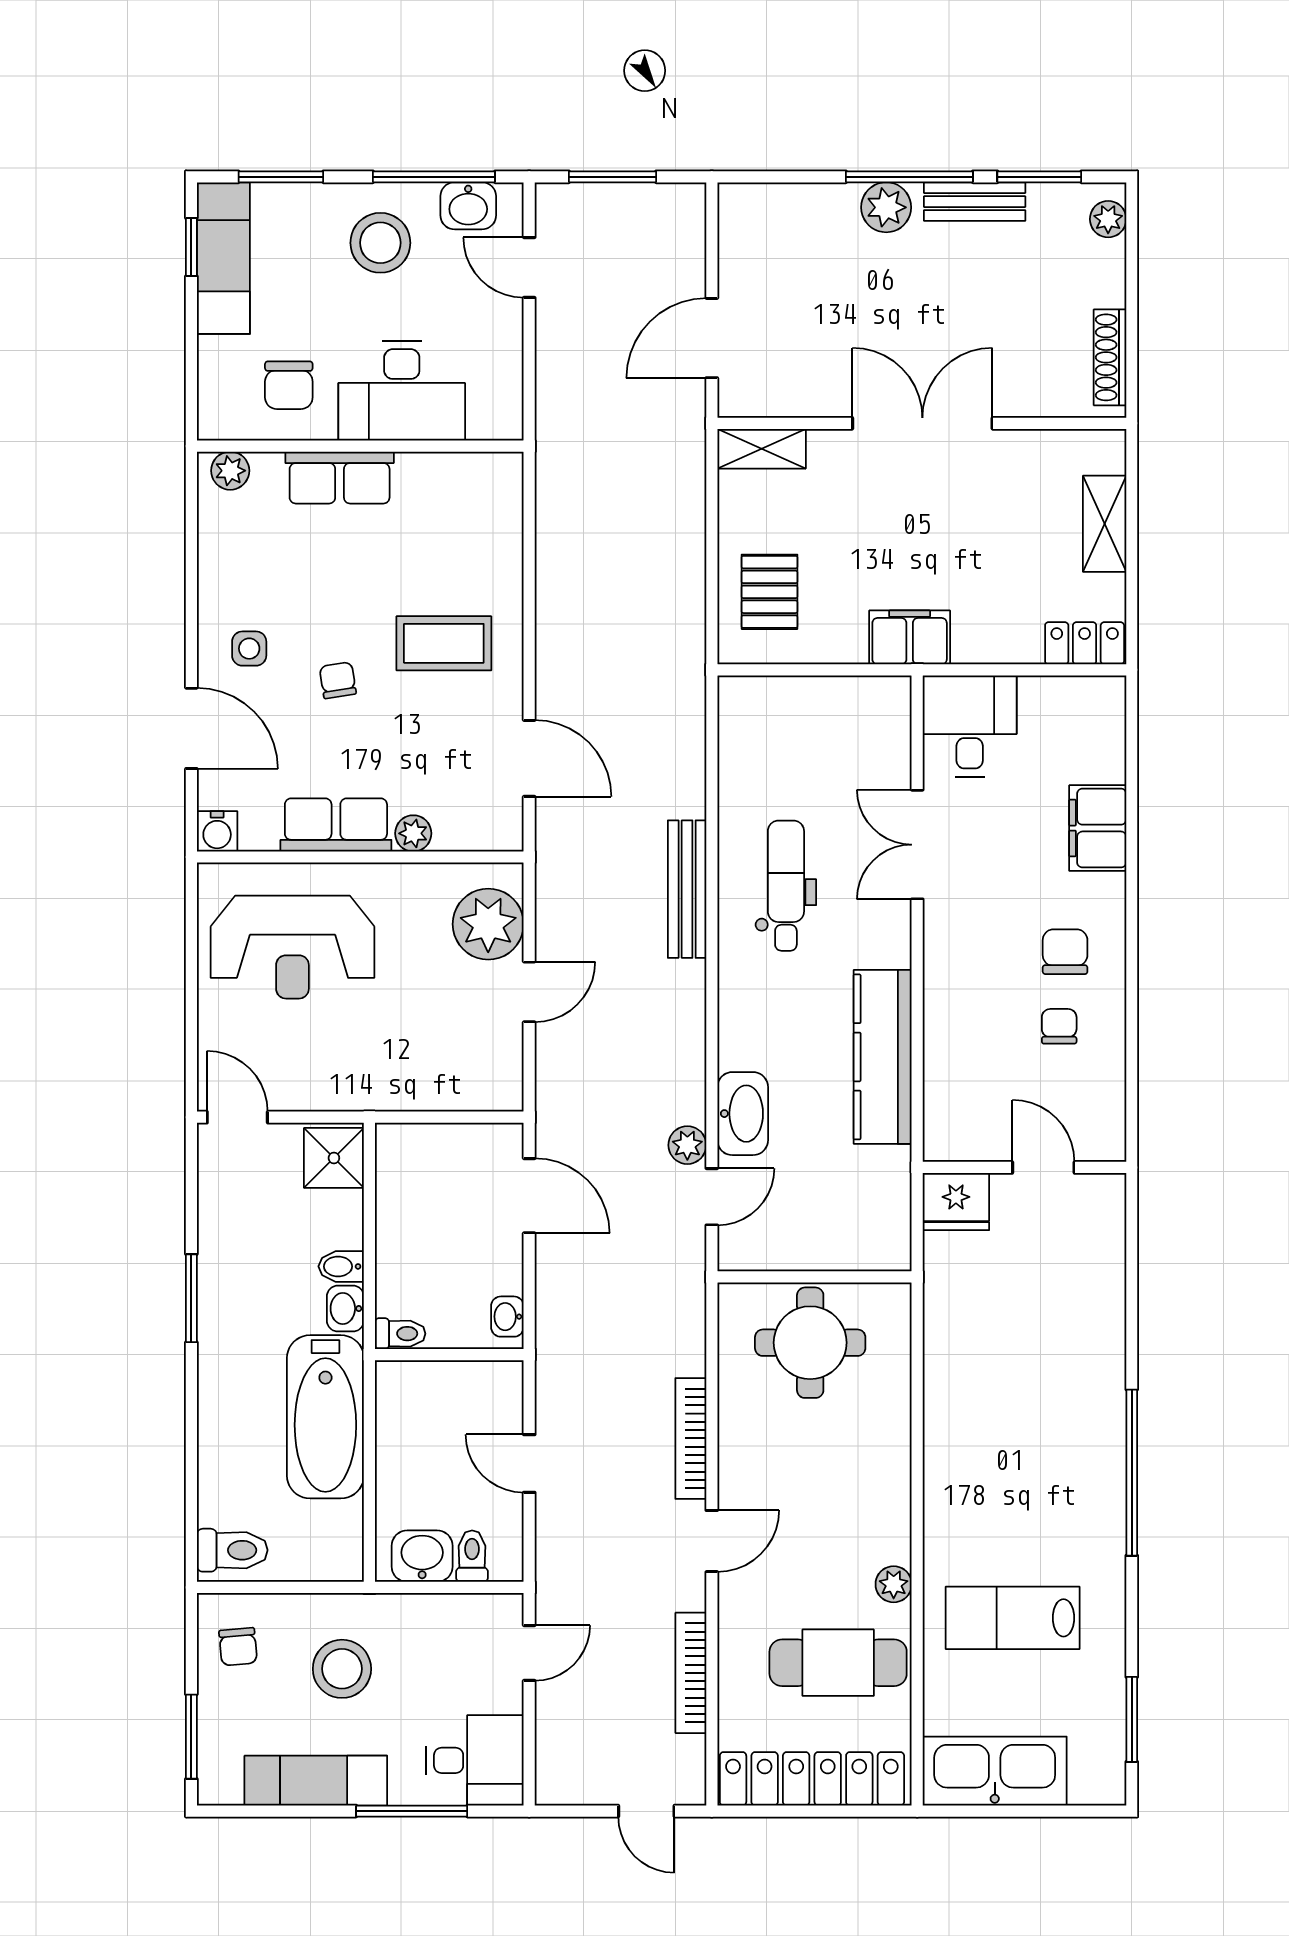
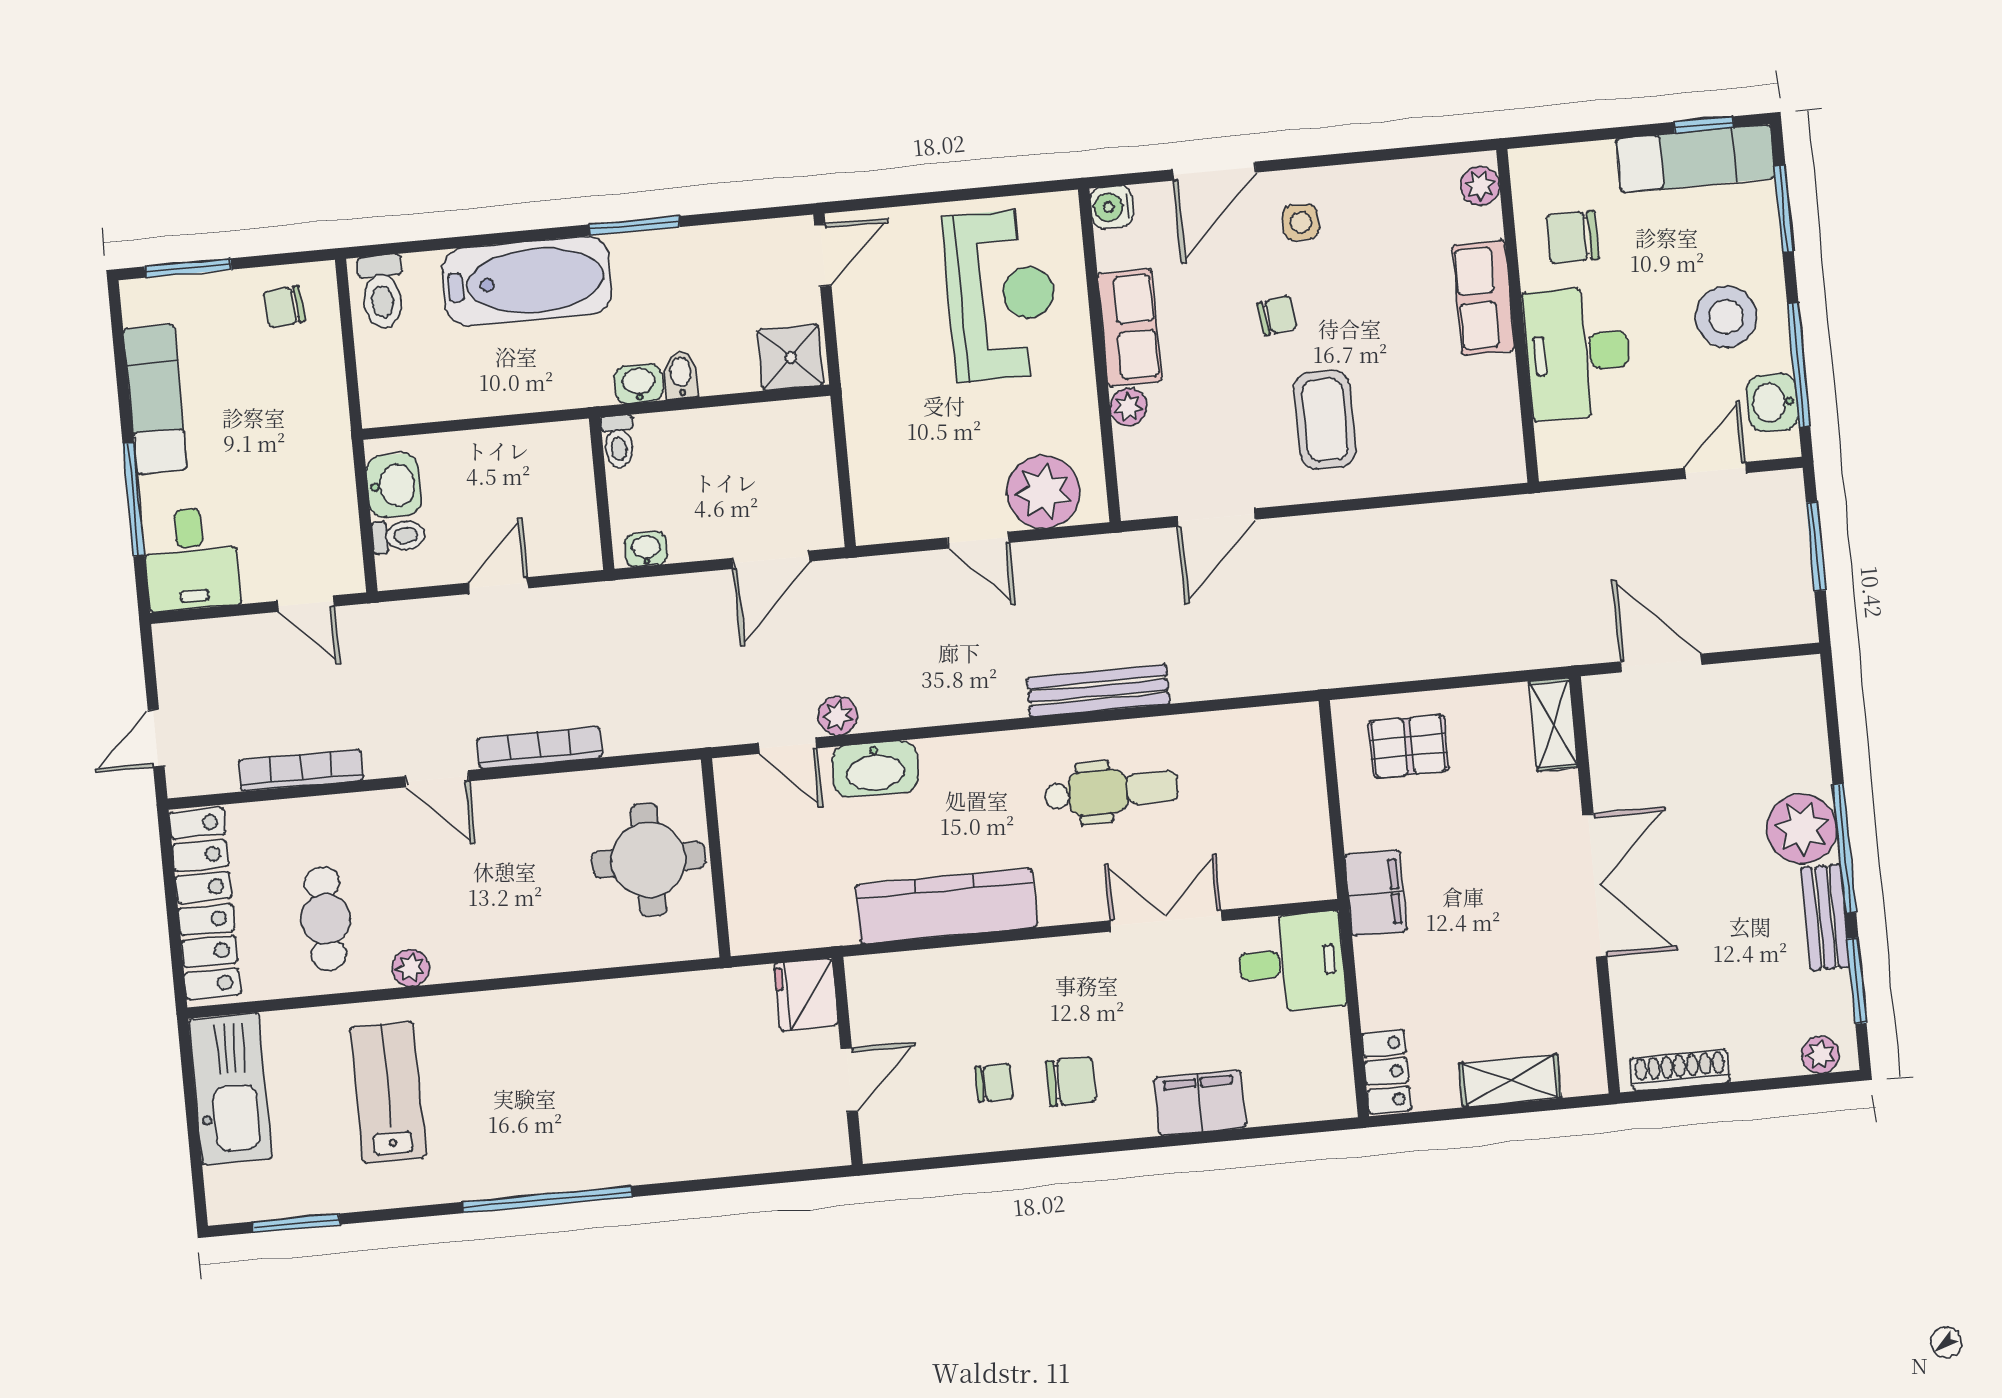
plant: (886, 207) -> (1802, 829), width x1.36, depth x1.36
reception desk: (292, 947) -> (1001, 295), turned 180
bathtub: (325, 1417) -> (527, 281), moved, turned 180
cafe table: (838, 1663) -> (326, 919), width x0.73, depth x0.74
stool: (342, 1669) -> (272, 415), removed

